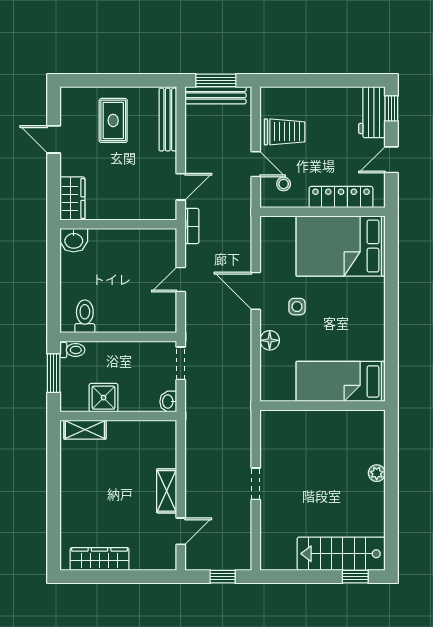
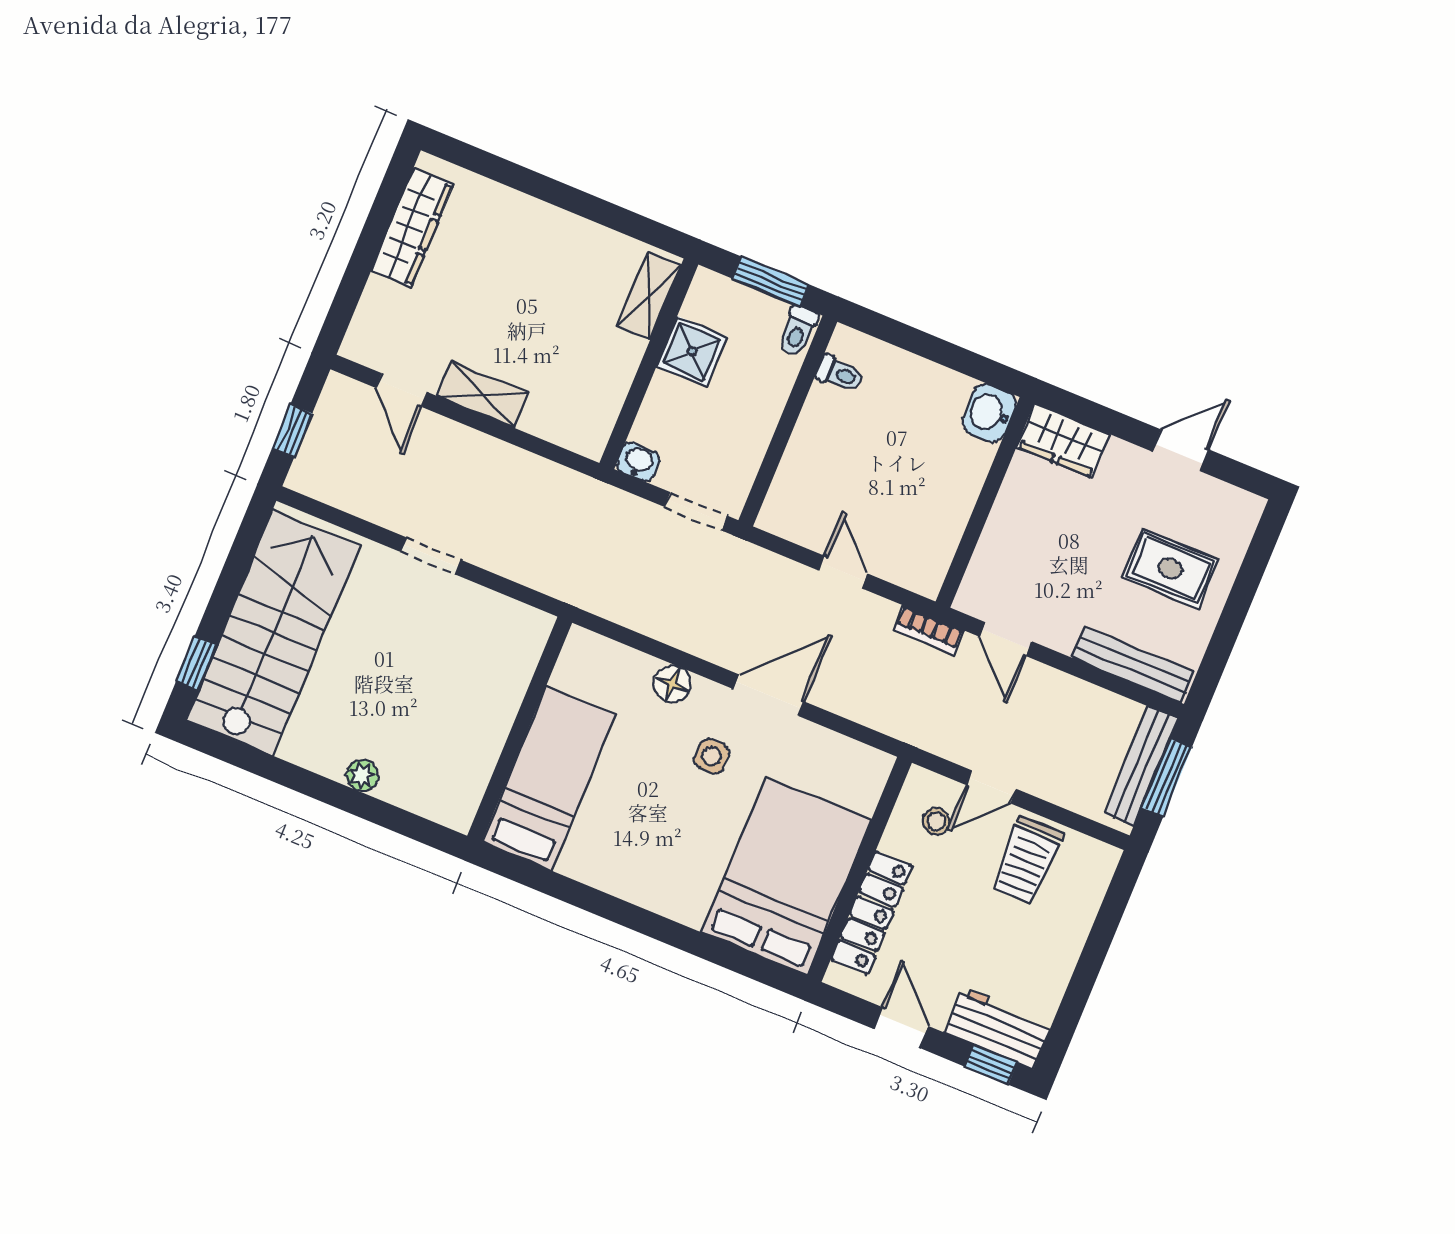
toilet: (85, 316) -> (840, 374), width x0.73, depth x0.72
stairs: (341, 554) -> (273, 633), width x1.36, depth x1.51

